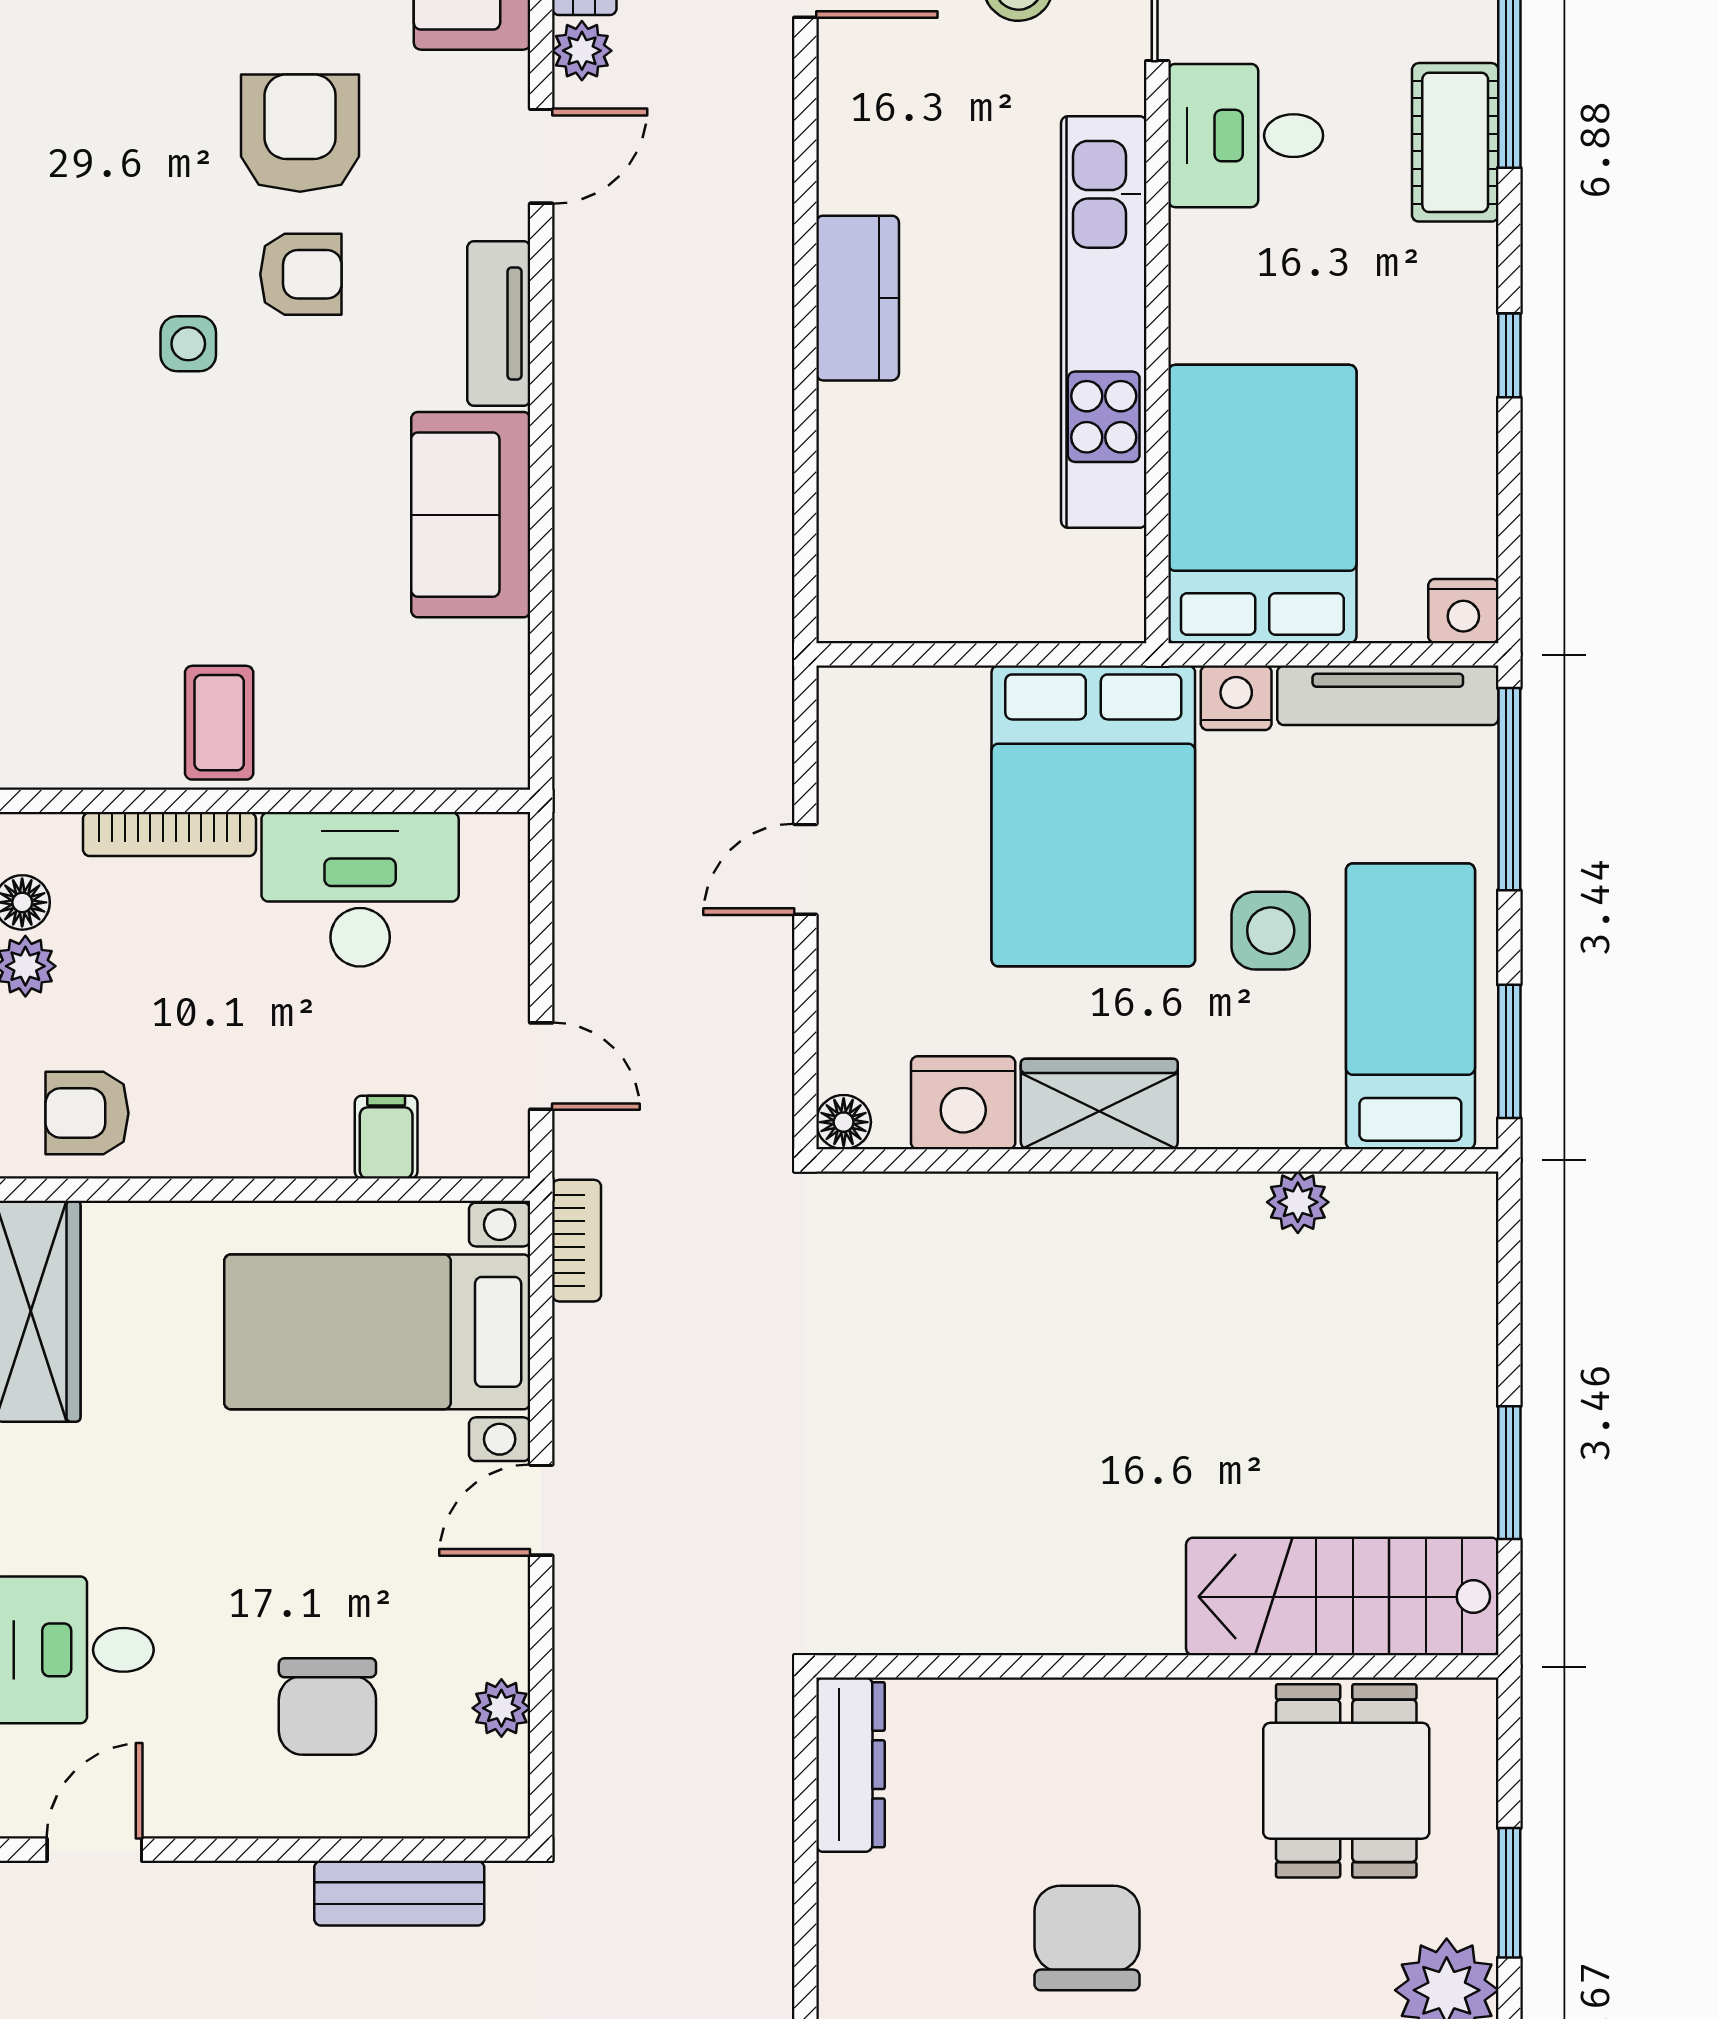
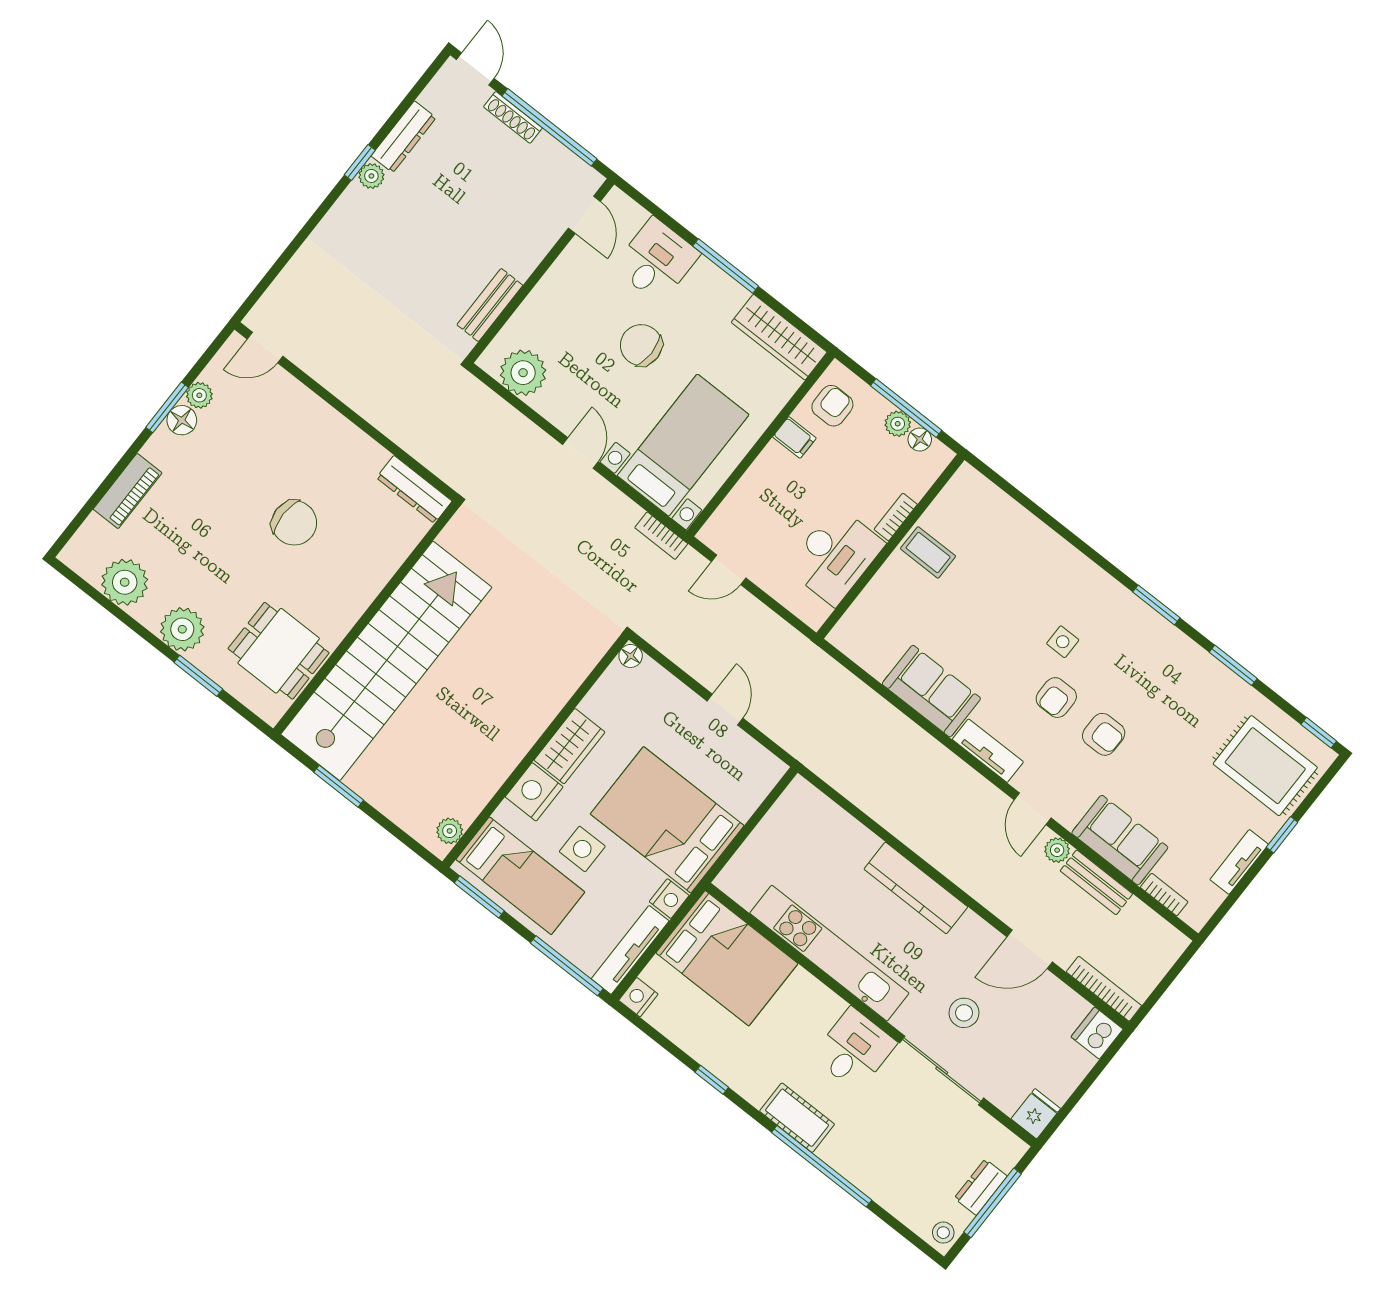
armchair: (300, 133) -> (1104, 734), width x0.72, depth x0.72
kitchen counter: (858, 298) -> (916, 888), width x1.50
bookcase: (169, 834) -> (896, 517), width x0.64
nightstand: (963, 1103) -> (534, 792), moved
filing cabinet: (386, 1137) -> (794, 437), moved
plant: (1298, 1202) -> (450, 831), moved
stairs: (1342, 1597) -> (386, 661), width x1.86, depth x1.51
chair: (327, 1707) -> (641, 345), moved
plant: (501, 1708) -> (523, 373), width x1.88, depth x1.88

